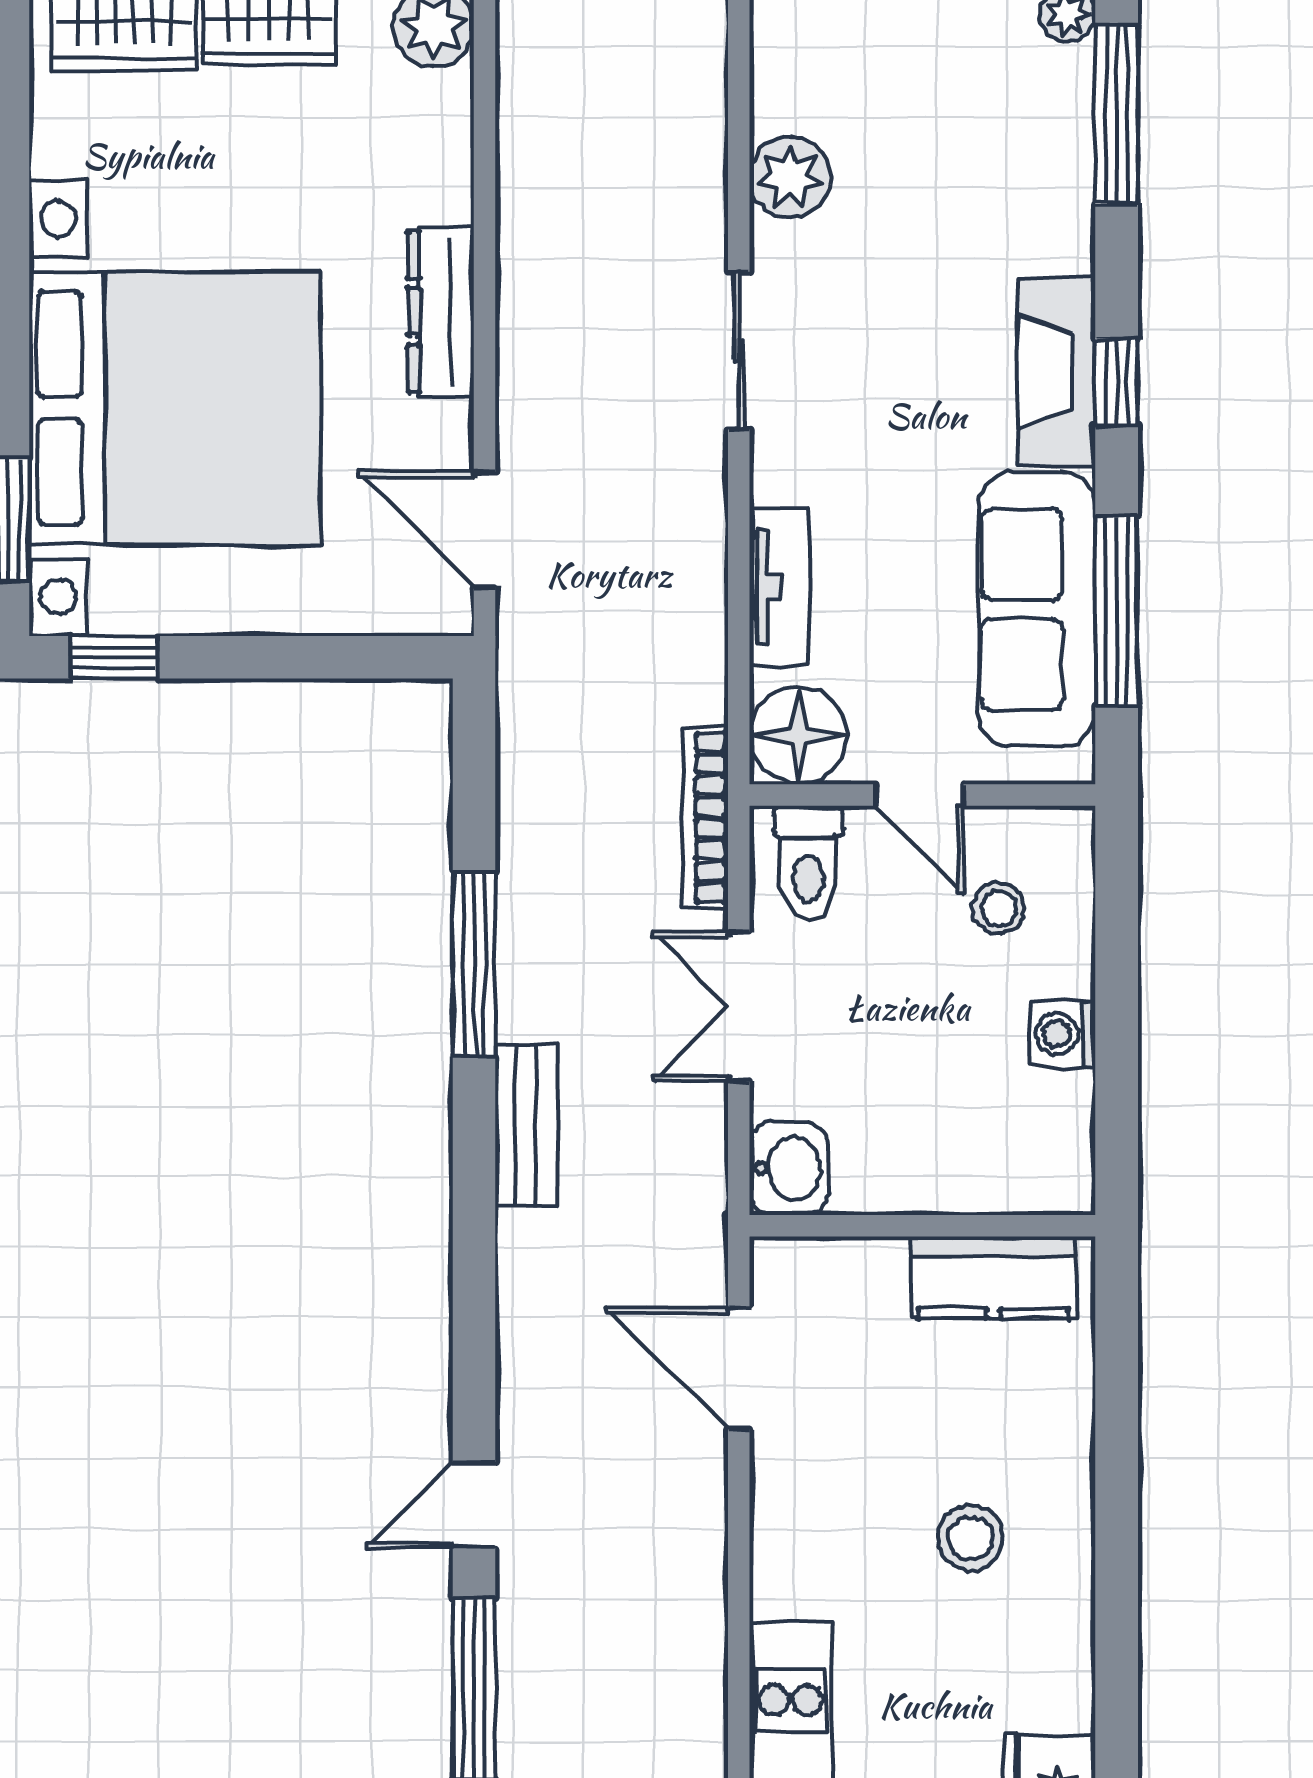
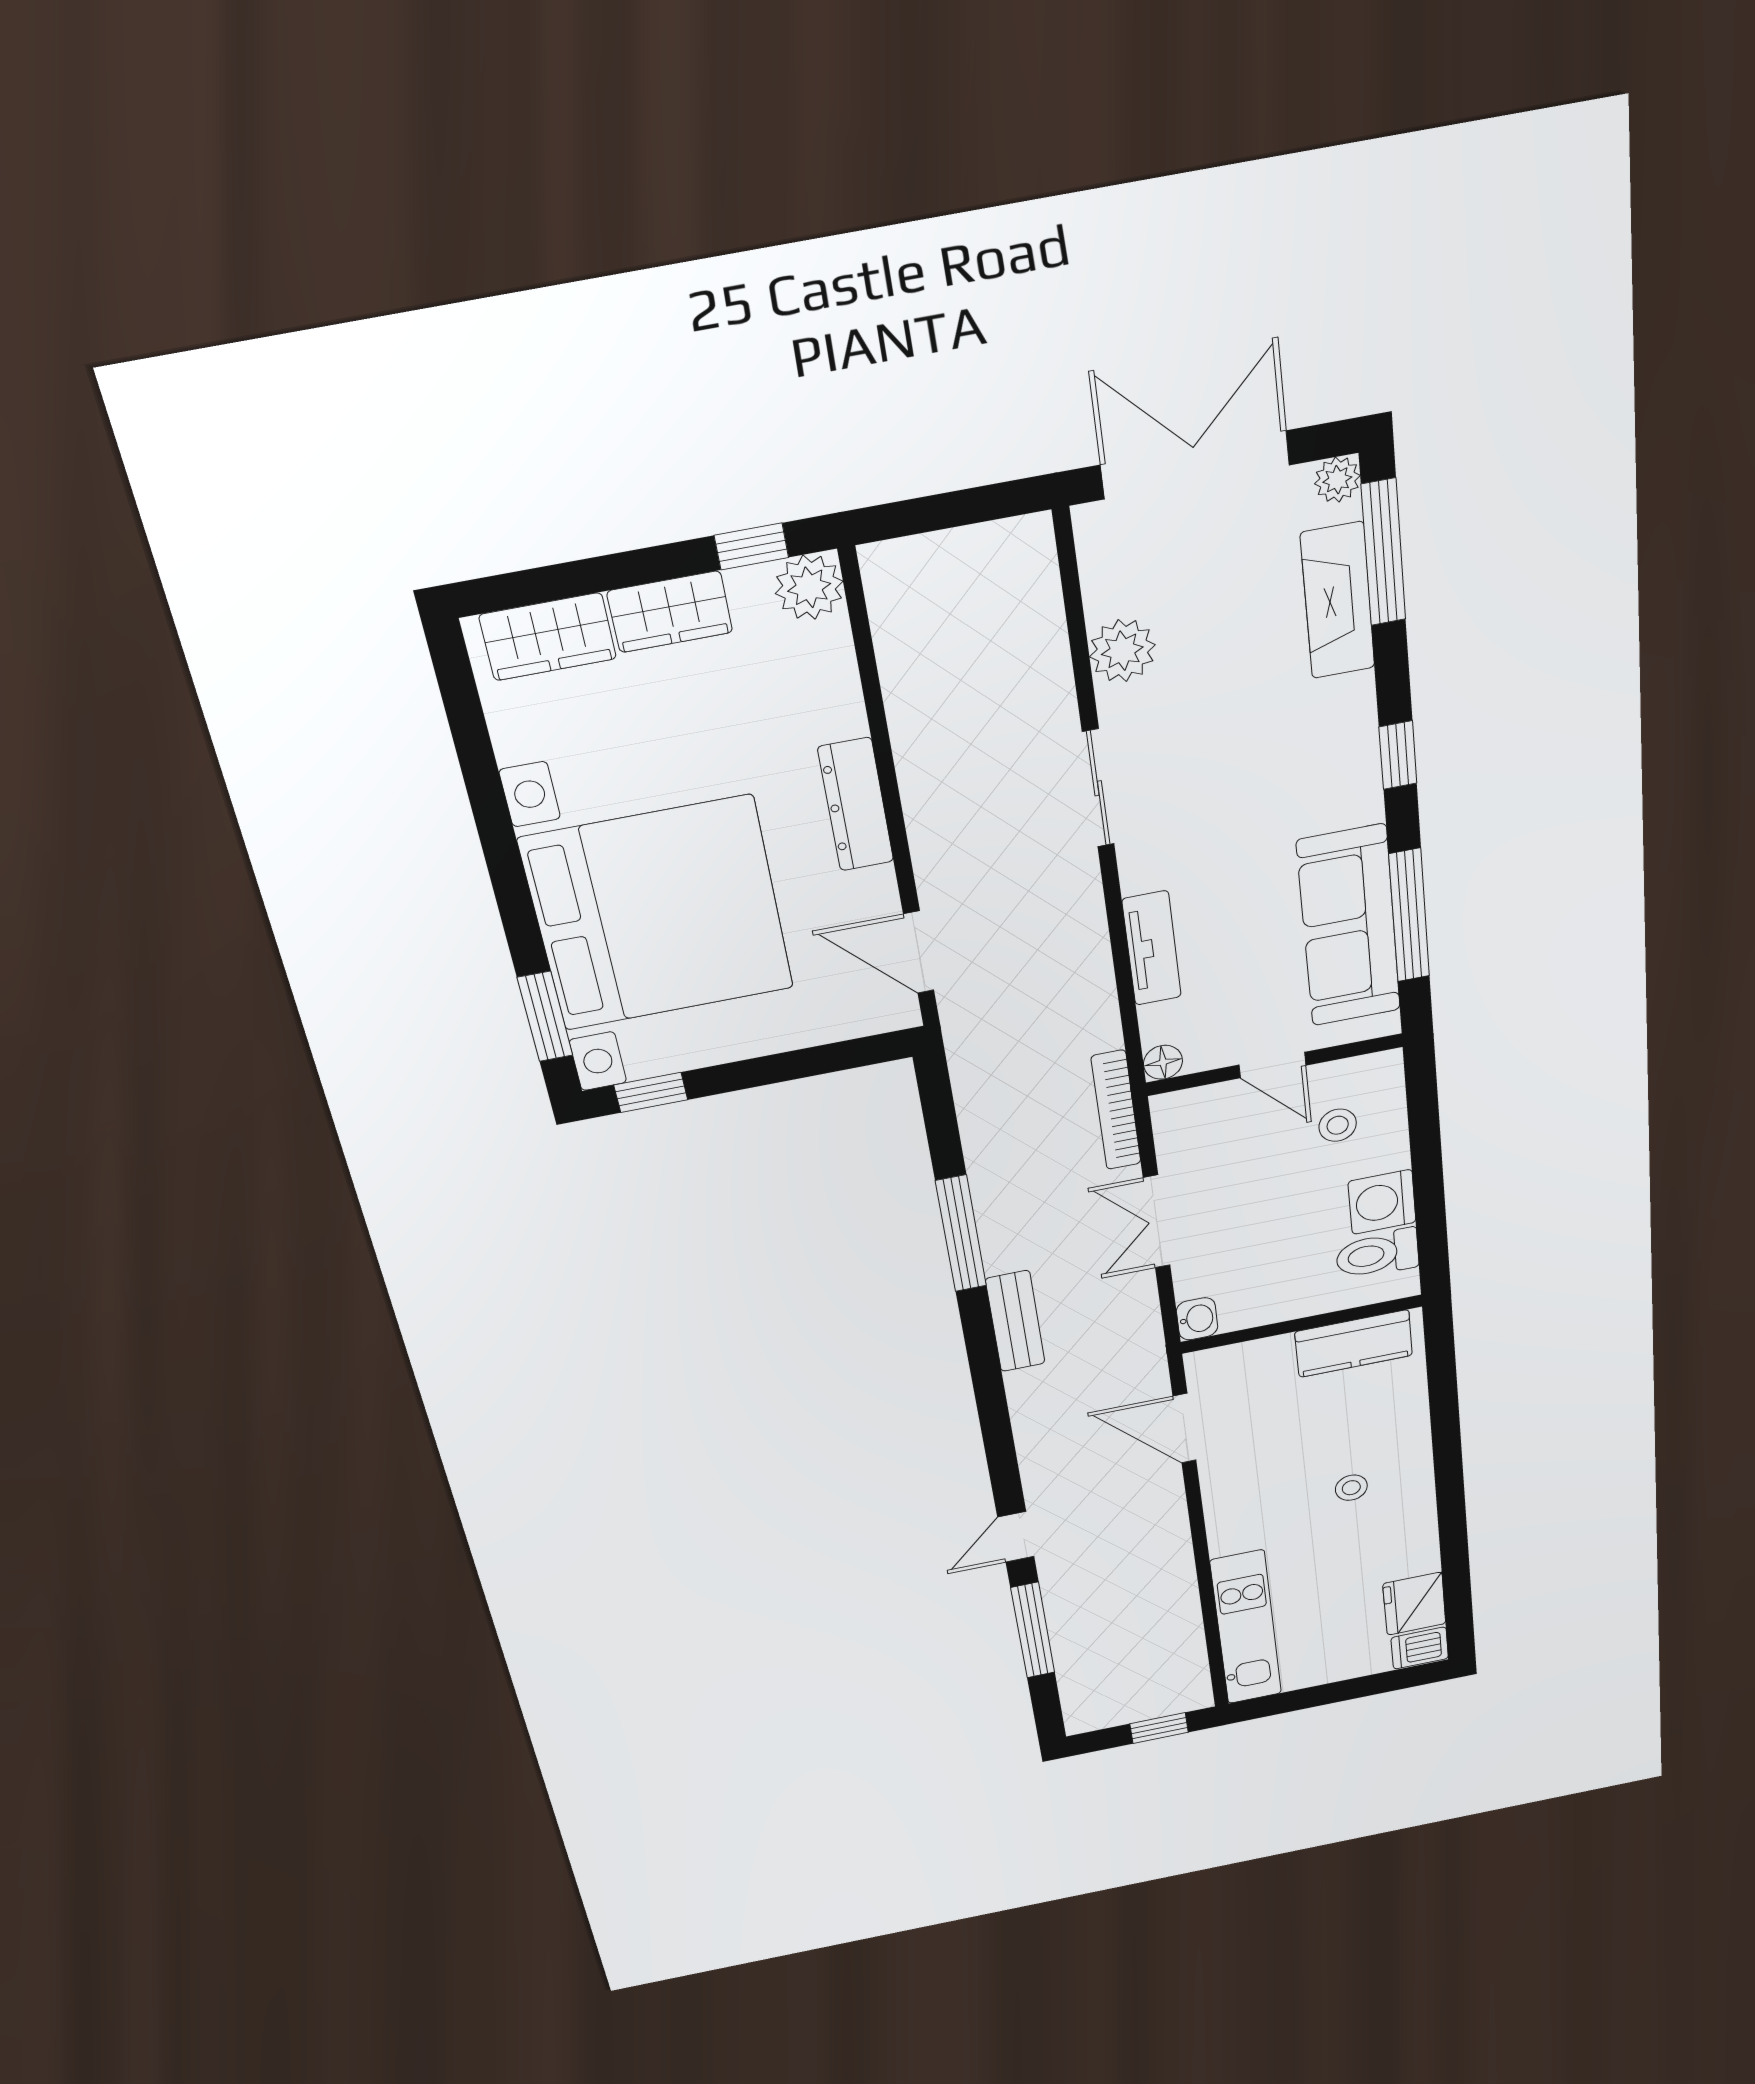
fireplace: (1057, 372) -> (1338, 601), moved
floor lamp: (798, 736) -> (1163, 1062), width x0.53, depth x0.53
toilet: (808, 863) -> (1377, 1254), moved, turned 90
washing machine: (1063, 1034) -> (1382, 1202), width x1.38, depth x1.38
washbasin: (789, 1168) -> (1197, 1319), width x0.72, depth x0.69
stool: (971, 1538) -> (1351, 1488), width x0.73, depth x0.73

